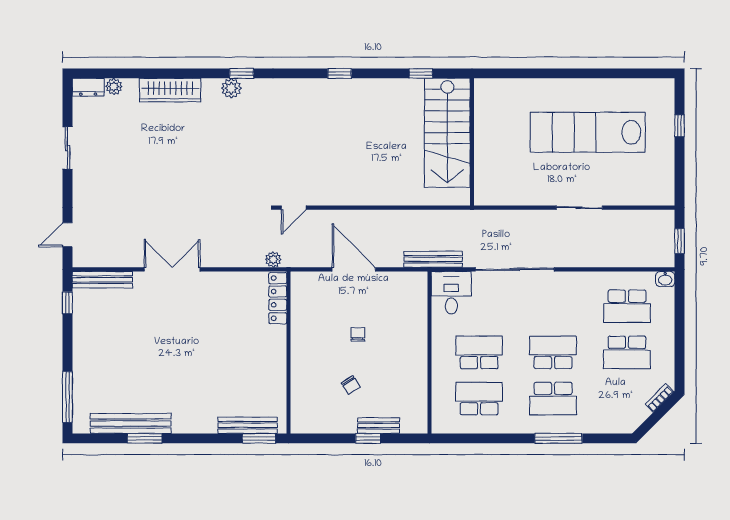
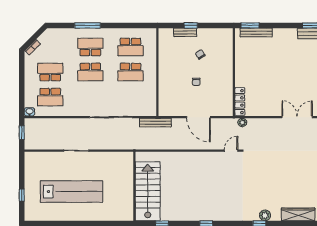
double door: (172, 269) -> (297, 117), swing flipped
desk: (451, 293) -> (146, 104), removed
school desk: (627, 306) -> (50, 97), turned 180

